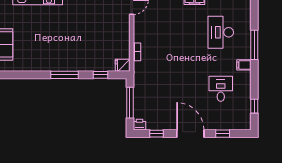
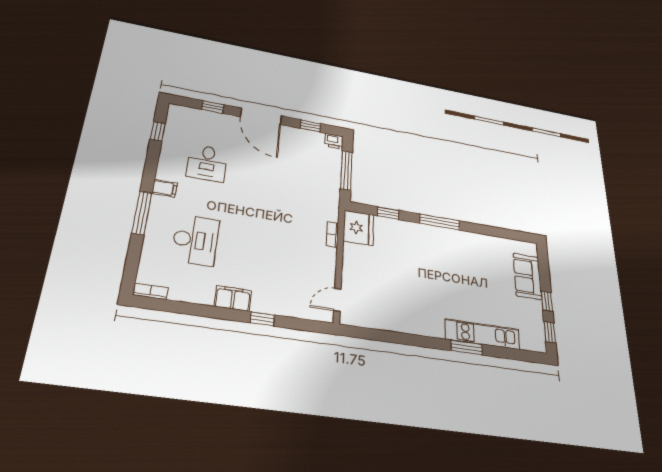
fridge: (123, 65) -> (359, 228), width x1.88, depth x1.34

